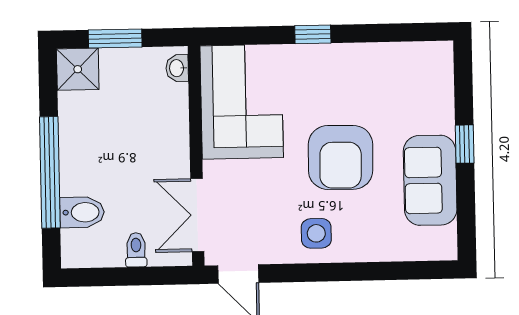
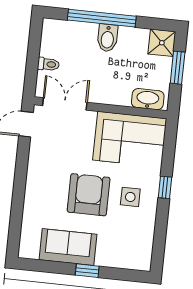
washbasin: (177, 68) -> (148, 99), width x1.91, depth x1.45
armchair: (341, 157) -> (89, 195), turned 89
bidet: (82, 212) -> (107, 38), moved
side table: (316, 233) -> (130, 197), moved

